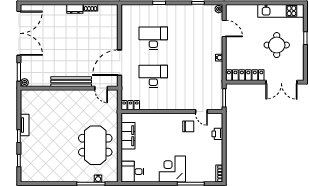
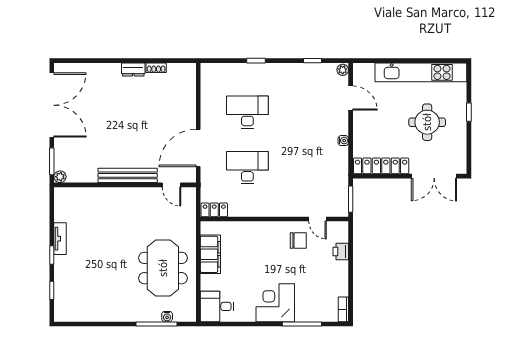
kitchen unit: (281, 11) -> (421, 72), width x1.36

